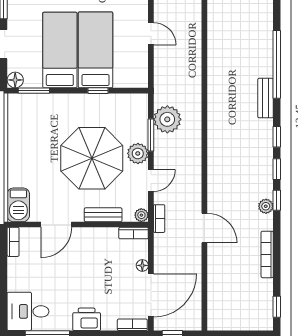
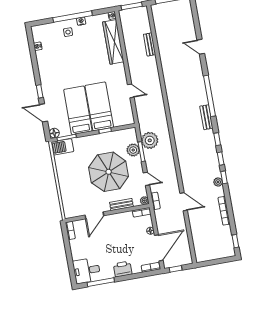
plant: (138, 153) -> (133, 150), moved
door: (151, 181) -> (146, 179), hinge flipped
barbecue: (18, 205) -> (62, 147), moved, turned 90

